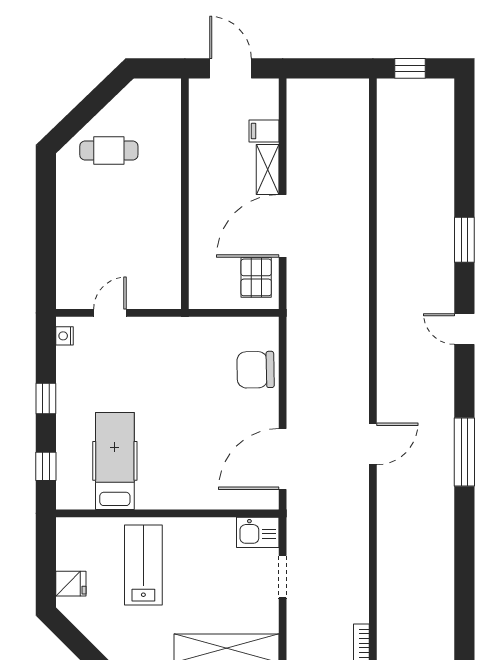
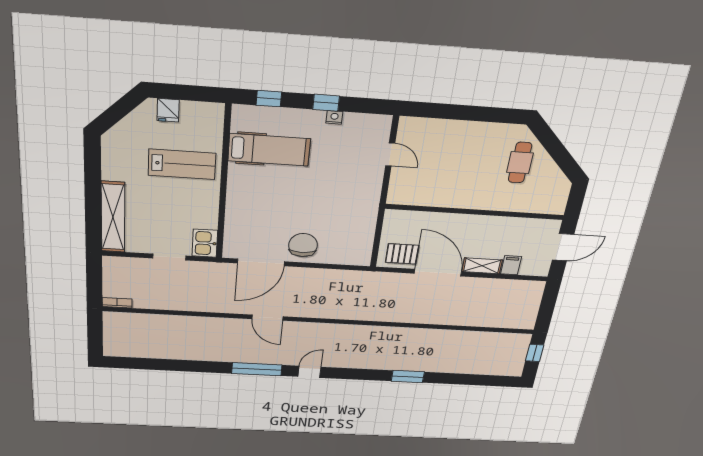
door: (464, 329) -> (310, 372), moved
nightstand: (65, 336) -> (334, 117), moved
chair: (256, 370) -> (303, 245), moved
door: (283, 459) -> (261, 262), swing flipped

